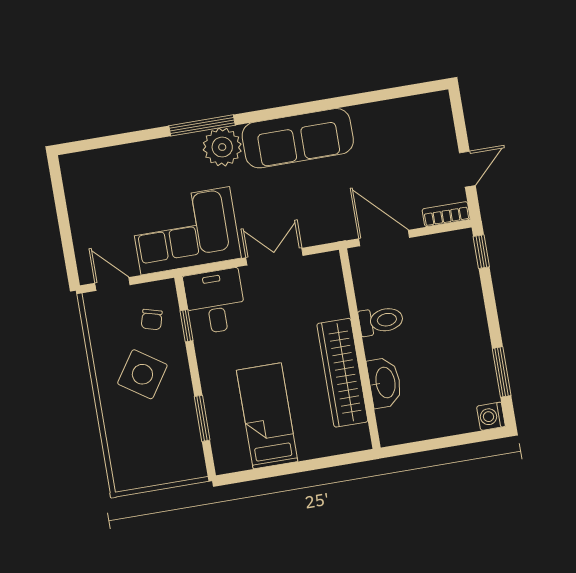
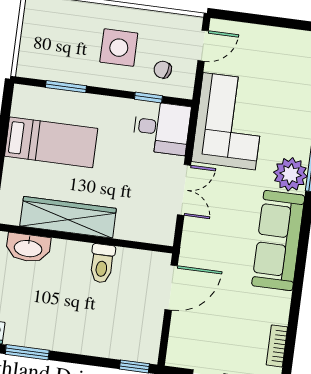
bookcase: (446, 214) -> (277, 346), moved, turned 180
side table: (142, 374) -> (119, 48), turned -34
washbasin: (385, 383) -> (28, 248), moved

